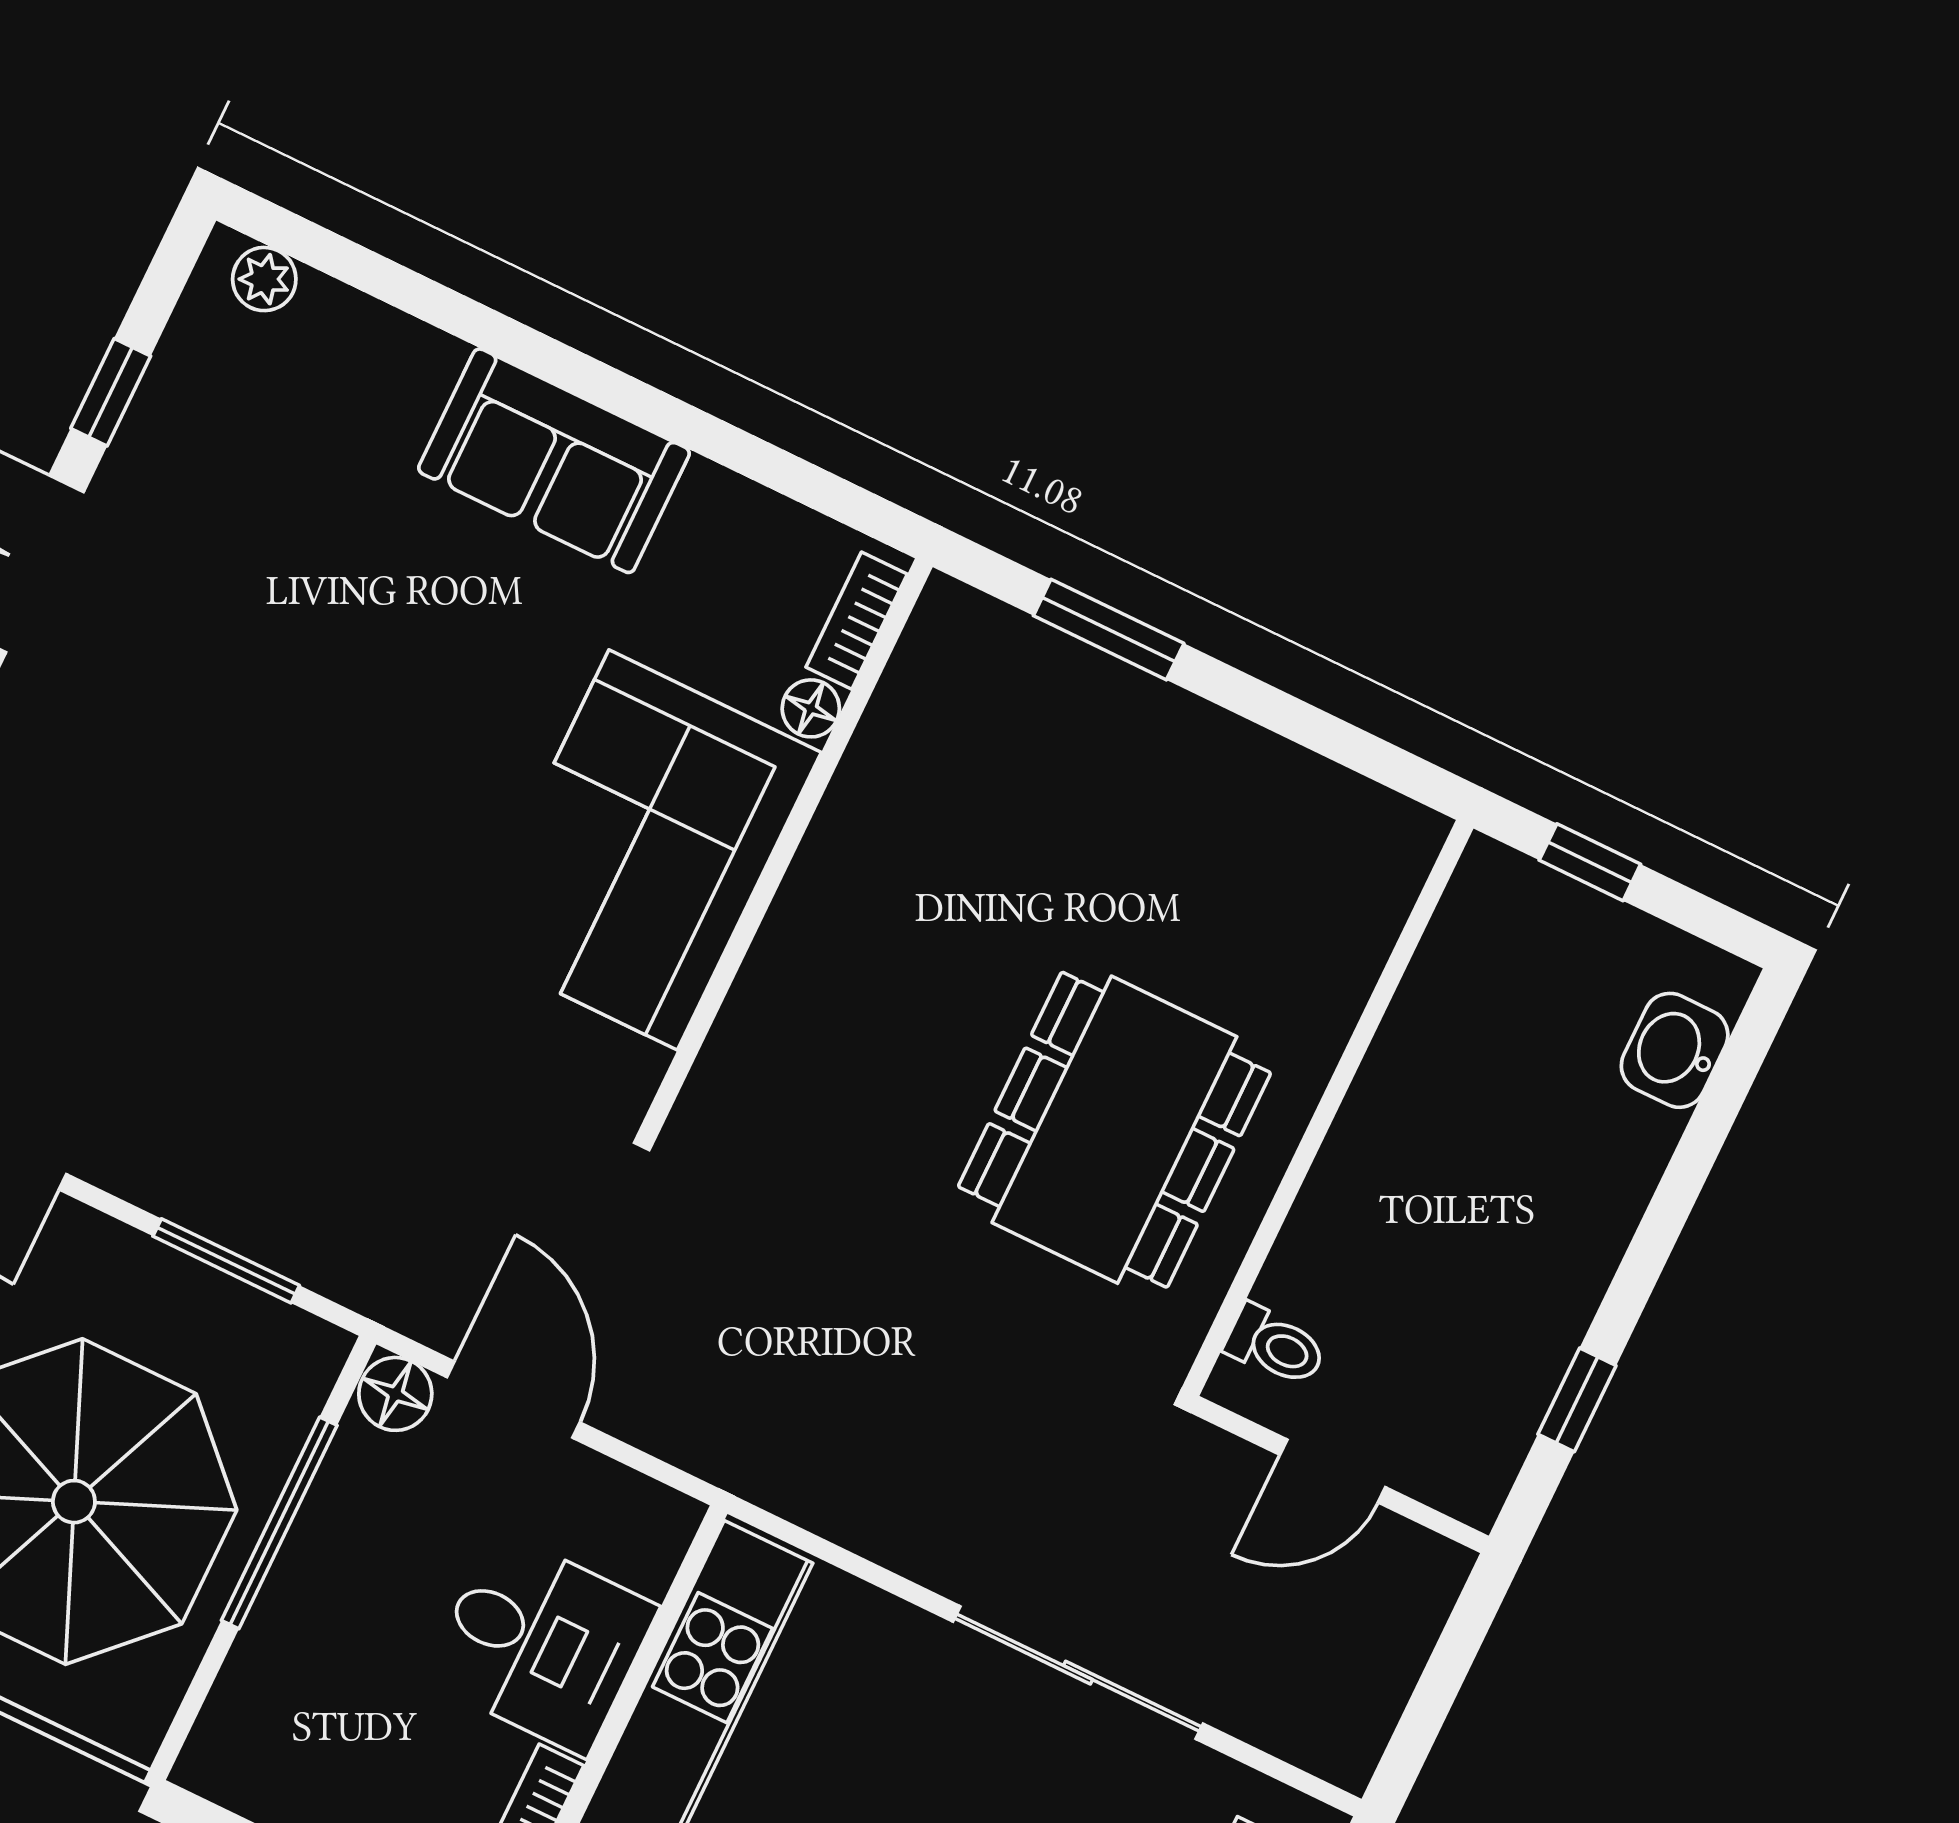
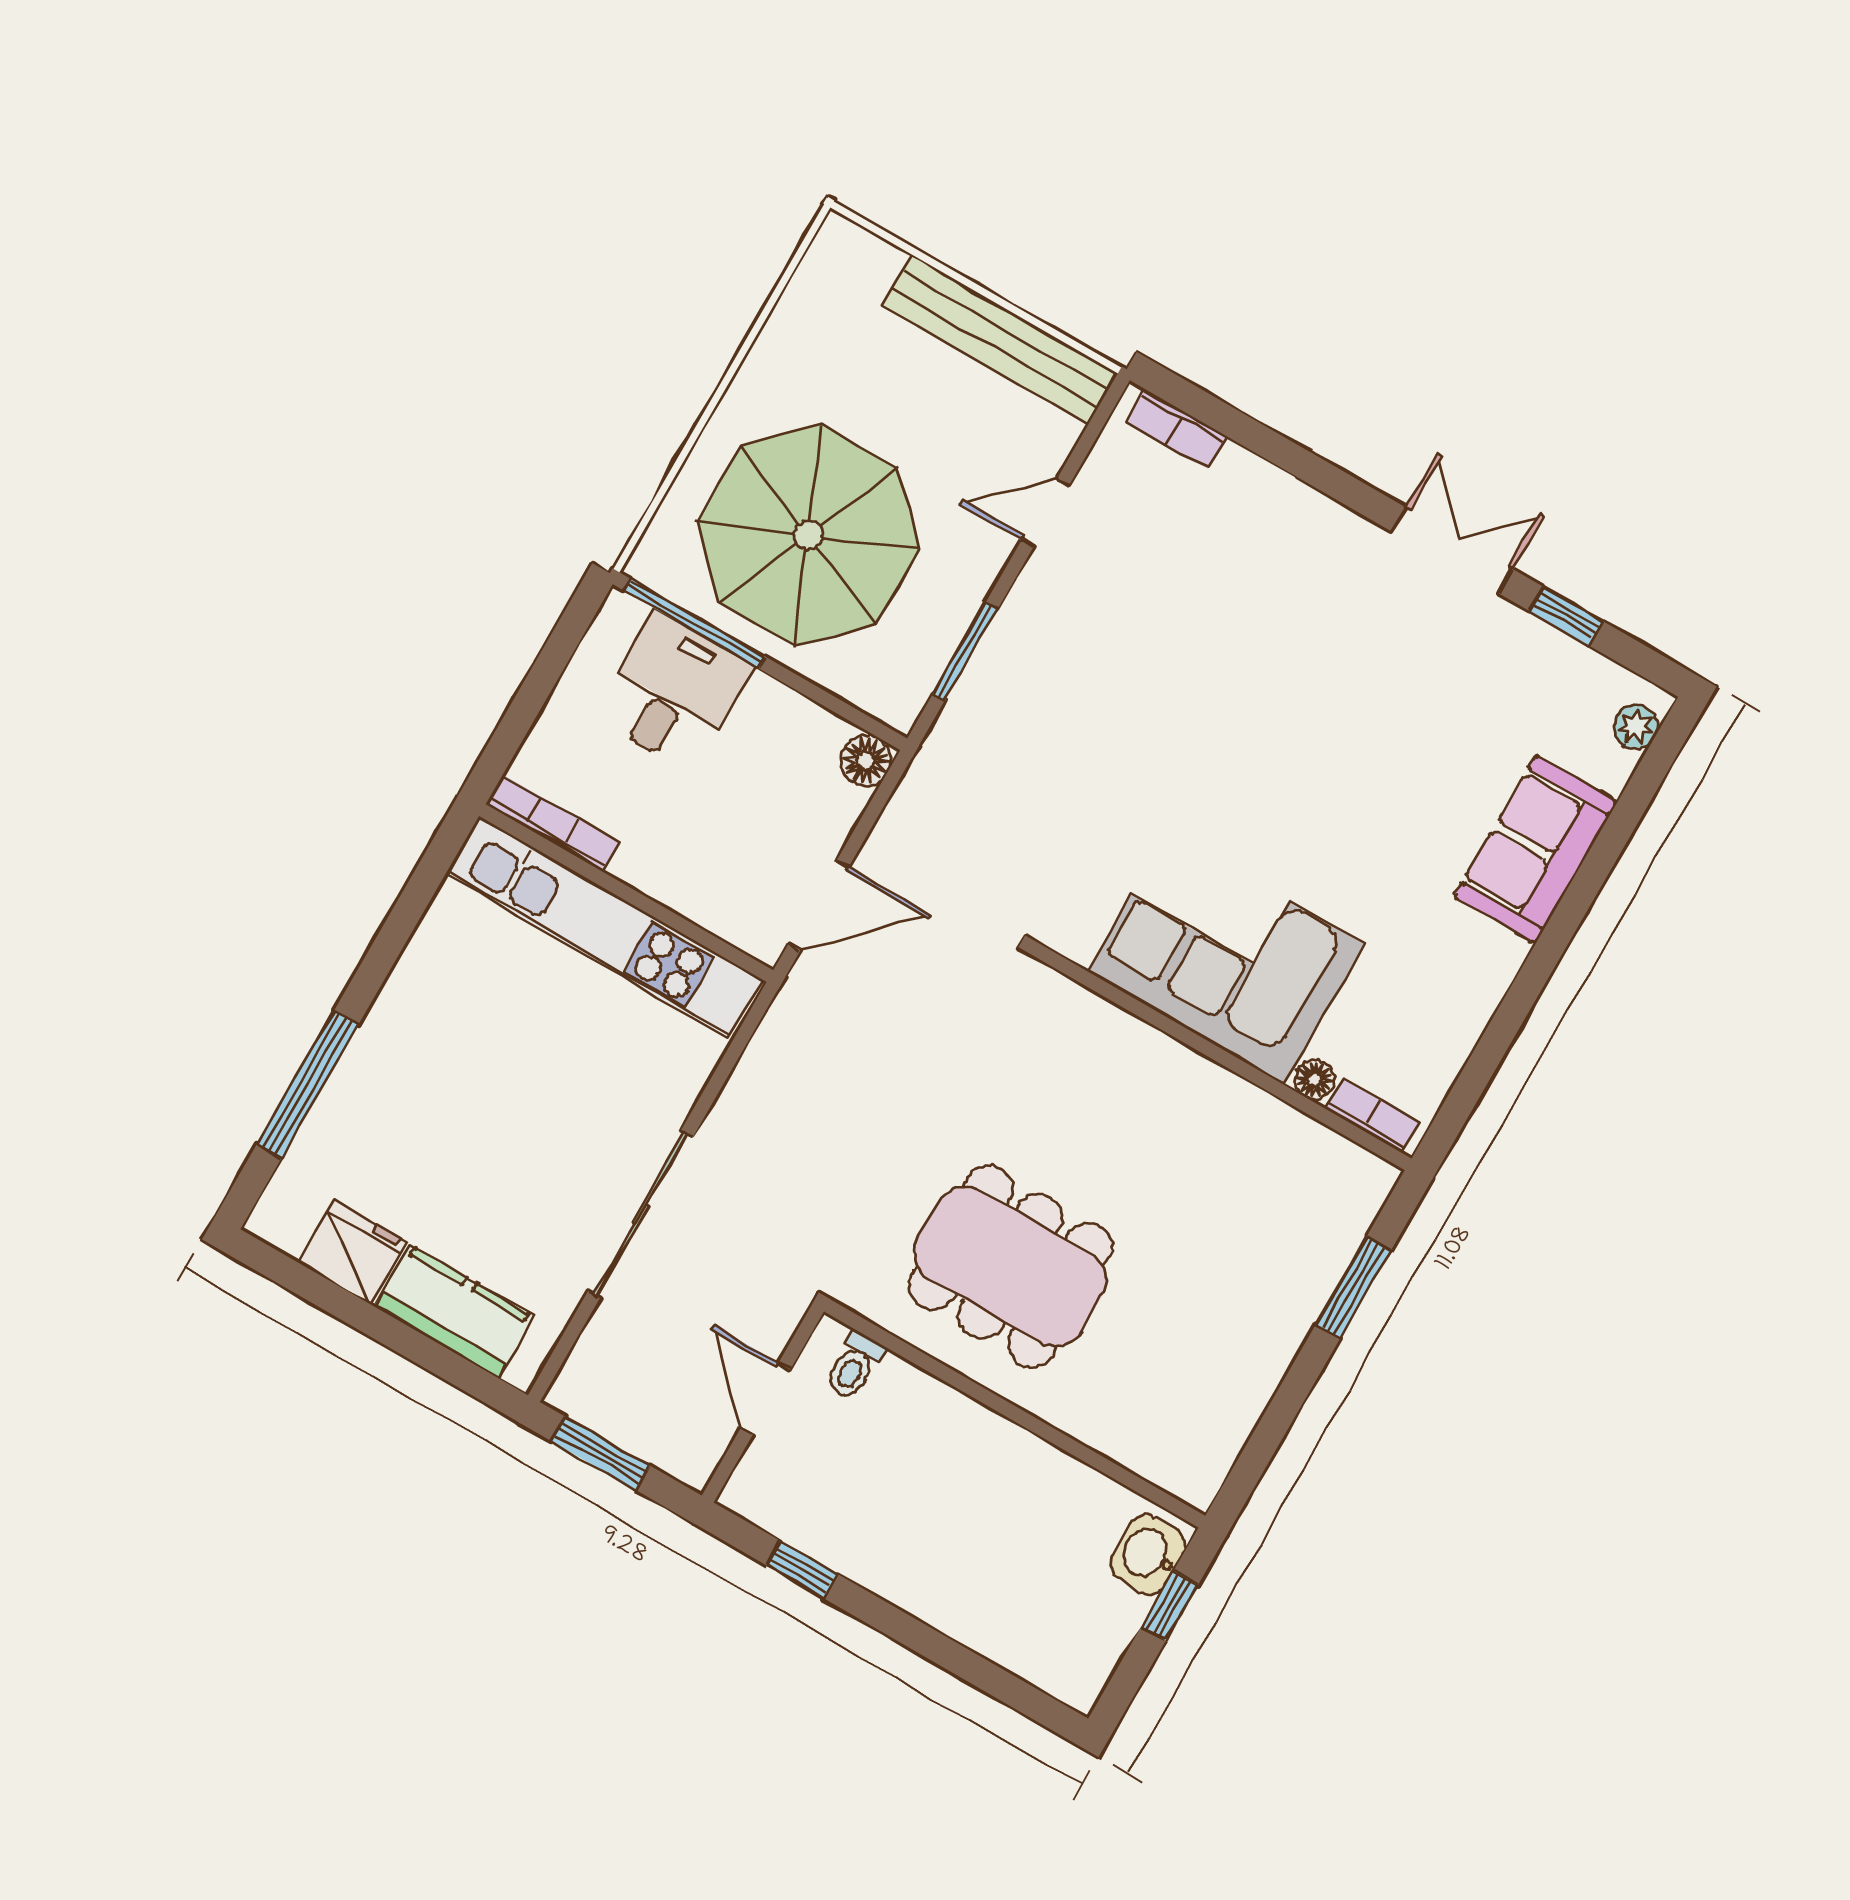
sofa: (554, 461) -> (1536, 849), moved
washbasin: (1675, 1050) -> (1148, 1554), moved, turned -90
door: (513, 1400) -> (819, 905), moved
window: (279, 1523) -> (695, 624), moved
desk: (541, 1643) -> (674, 692), moved, turned 180
window: (1429, 1705) -> (600, 1453), added

